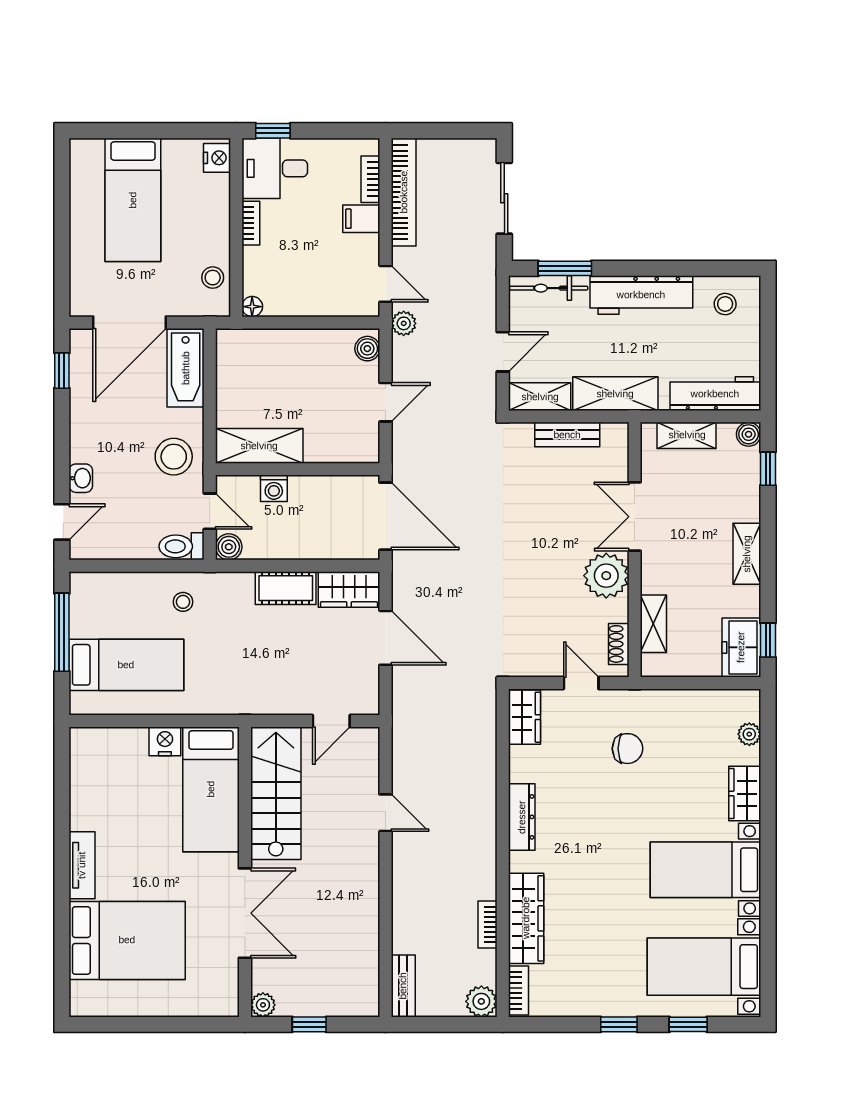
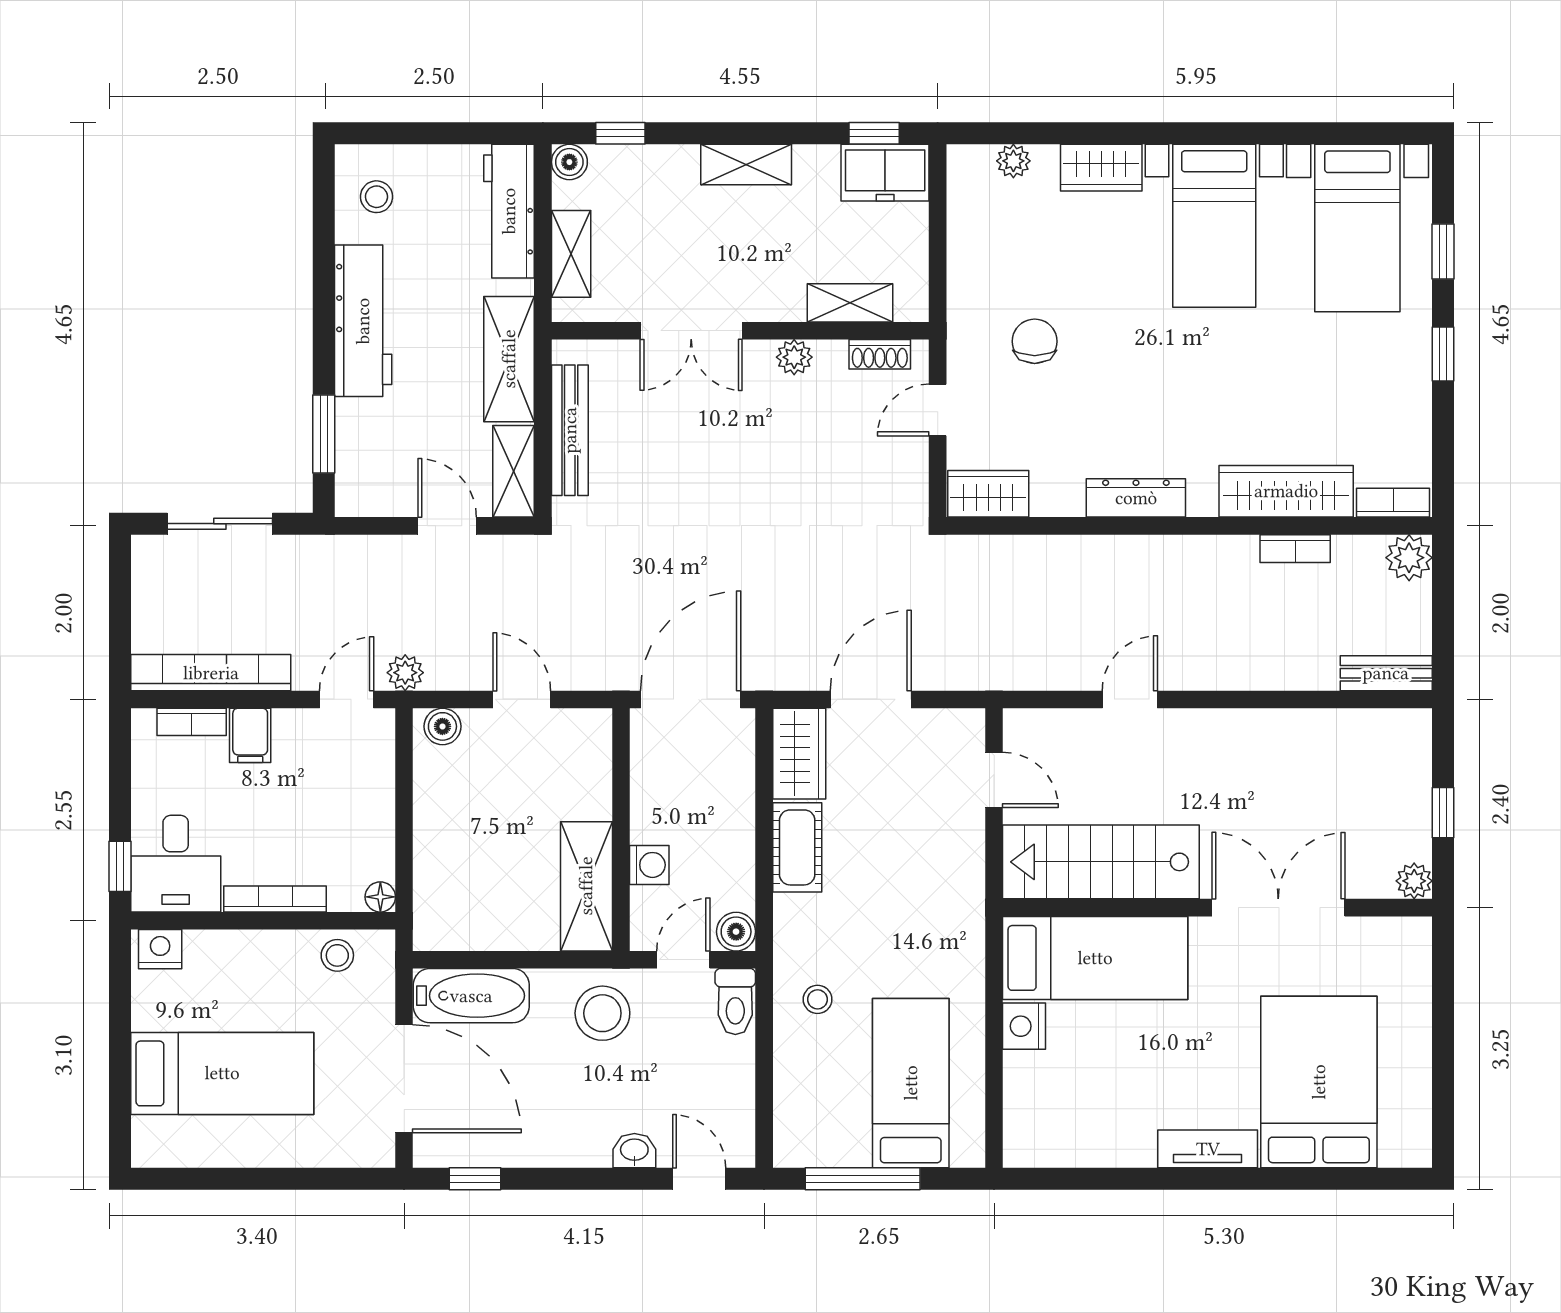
bookcase: (251, 223) -> (275, 899), width x1.56
bicycle: (549, 288) -> (353, 458), removed
bench: (567, 435) -> (570, 430), width x1.36
plant: (606, 576) -> (794, 357), width x0.53, depth x0.53

